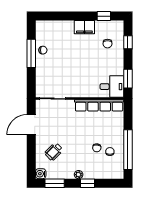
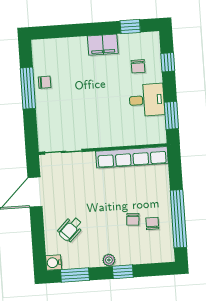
desk: (112, 87) -> (147, 100), moved

